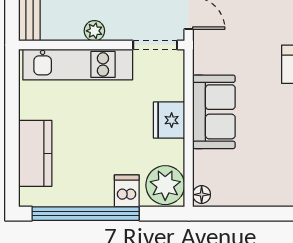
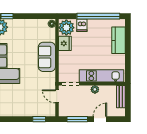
fridge: (169, 120) -> (65, 43), moved

